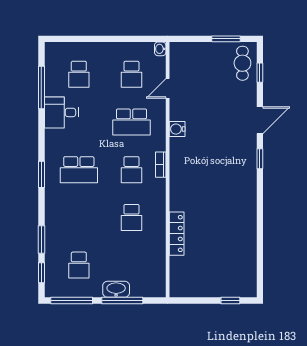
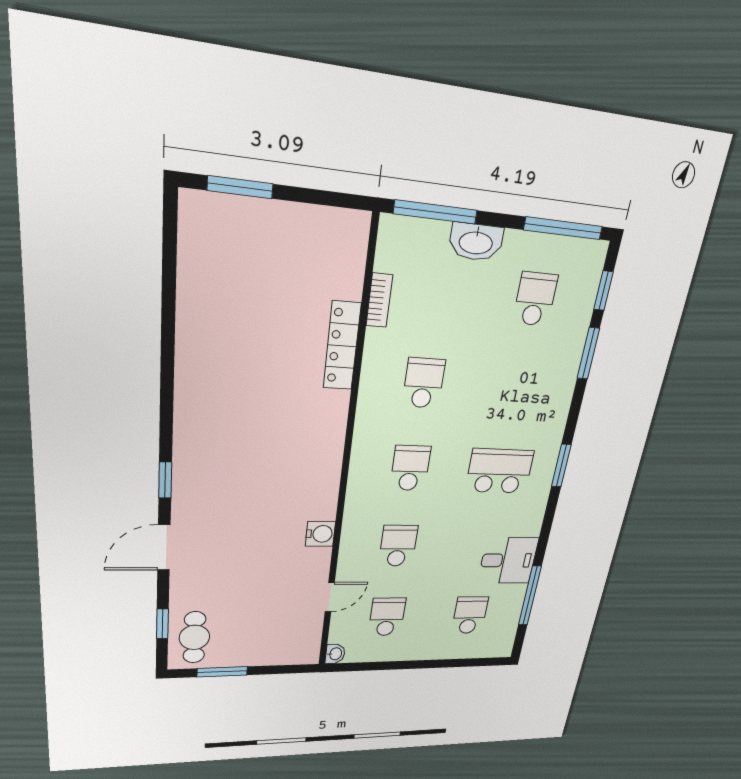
school desk: (131, 122) -> (398, 546), width x0.54
bookcase: (161, 165) -> (379, 300), moved
window: (122, 301) -> (435, 212), moved
window: (230, 301) -> (240, 187), width x1.50

